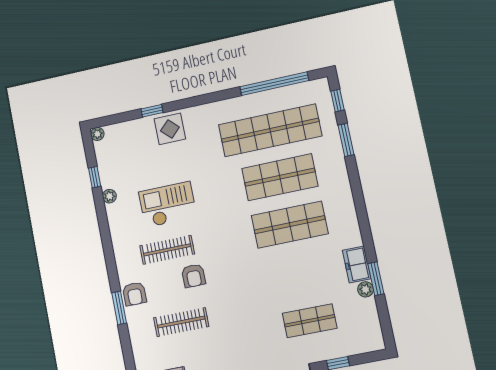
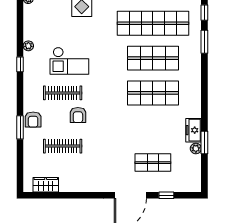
window: (95, 177) -> (20, 64), moved
checkout: (168, 205) -> (69, 61), turned 180

